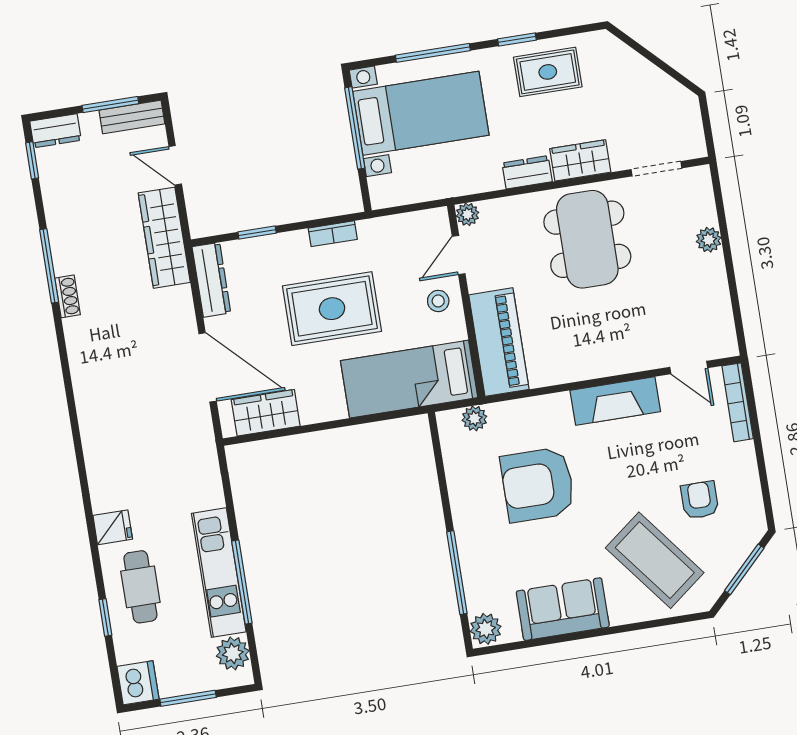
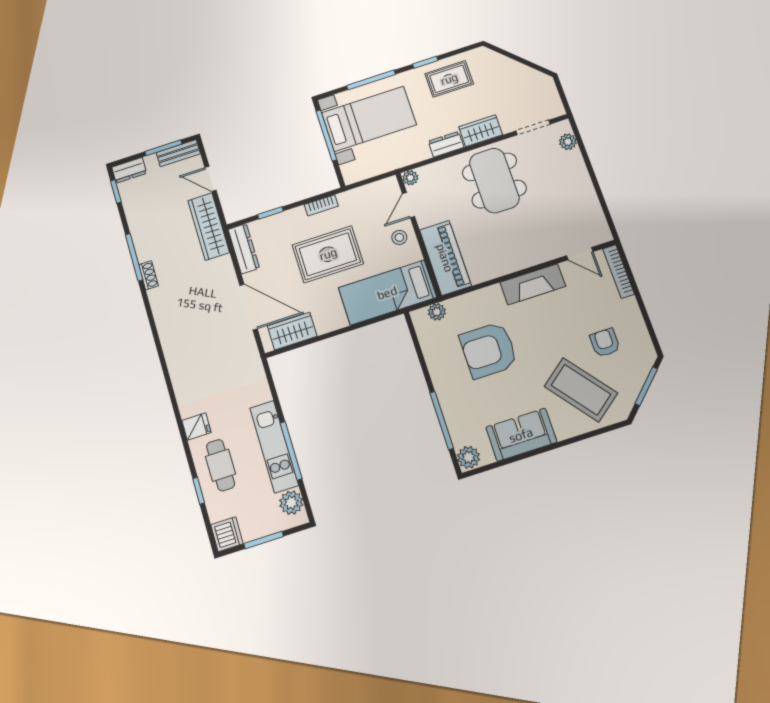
plant: (709, 240) -> (568, 142), moved

